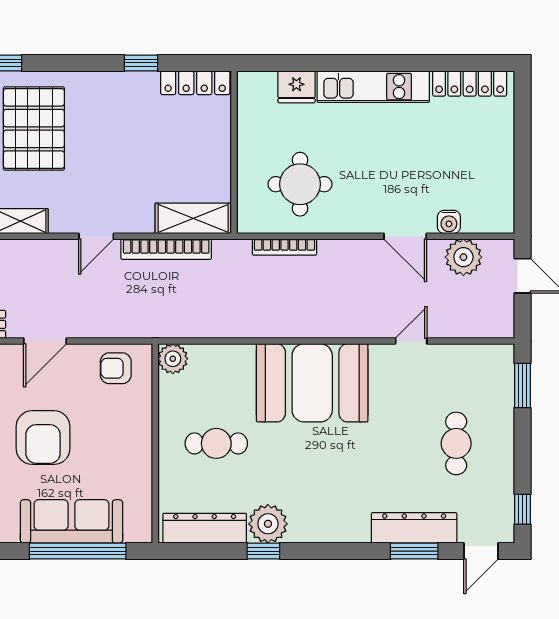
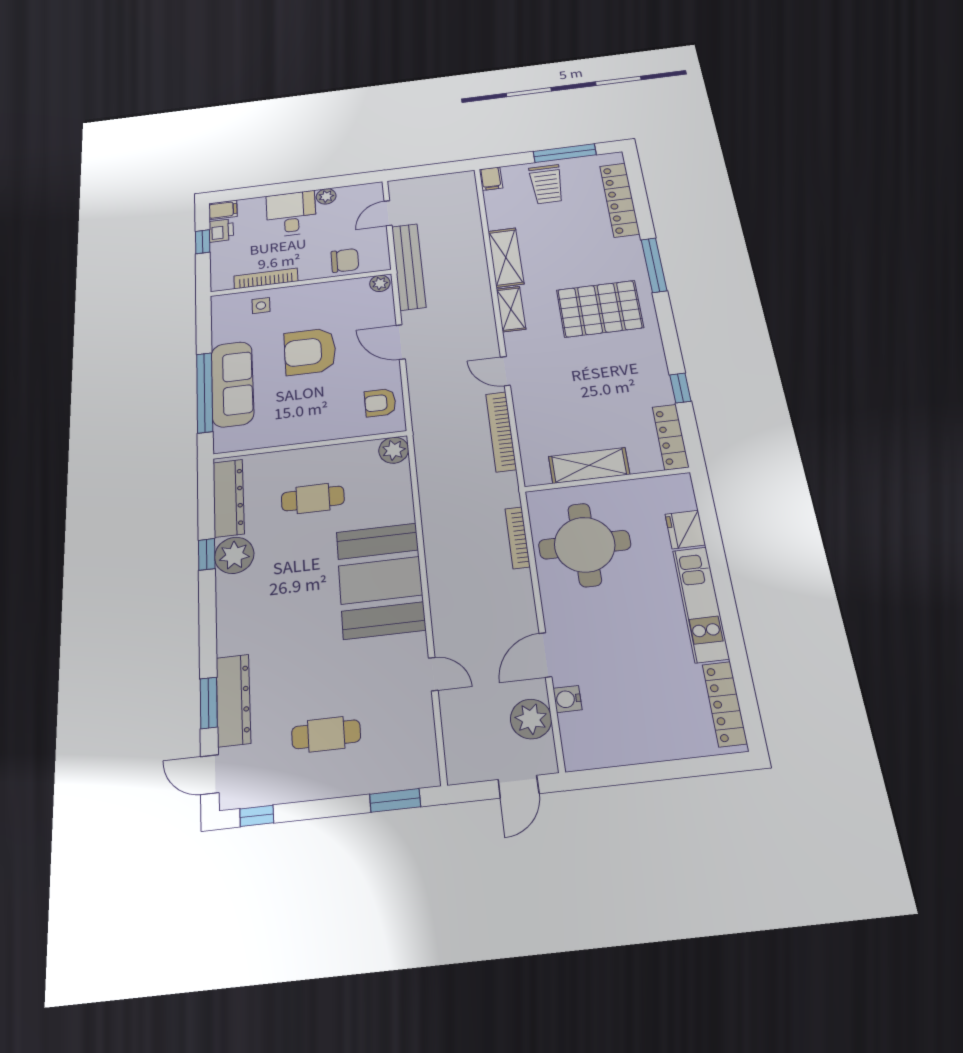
round table: (300, 184) -> (585, 545), width x1.36, depth x1.36
shelving: (193, 218) -> (589, 465), moved, turned 90
armchair: (116, 368) -> (380, 403), turned -90
cafe table: (216, 443) -> (313, 498), turned 90

